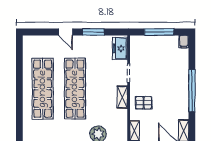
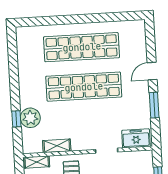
shelving: (122, 97) -> (57, 146), moved

